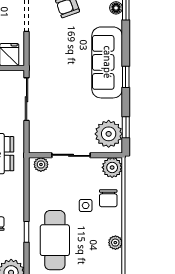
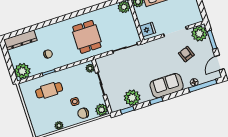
sofa: (107, 62) -> (167, 86), width x0.73
plant: (109, 134) -> (132, 98), moved
cafe table: (55, 240) -> (49, 90), width x0.73, depth x0.74

